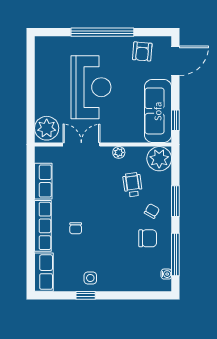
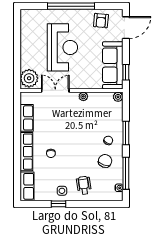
plant: (159, 159) -> (118, 97), width x0.53, depth x0.53
wheelchair: (133, 185) -> (84, 185), moved
chair: (148, 238) -> (105, 161), turned -70

